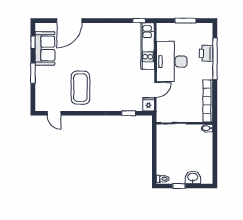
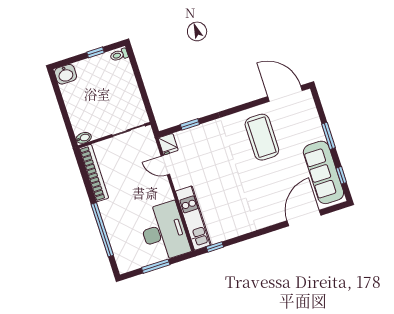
sofa: (45, 48) -> (323, 172), width x1.36
printer: (206, 53) -> (116, 233), removed
desk: (172, 62) -> (164, 232), moved
door: (155, 90) -> (165, 165), hinge flipped
door: (54, 113) -> (285, 93), width x1.88
washbasin: (193, 177) -> (66, 74), moved

